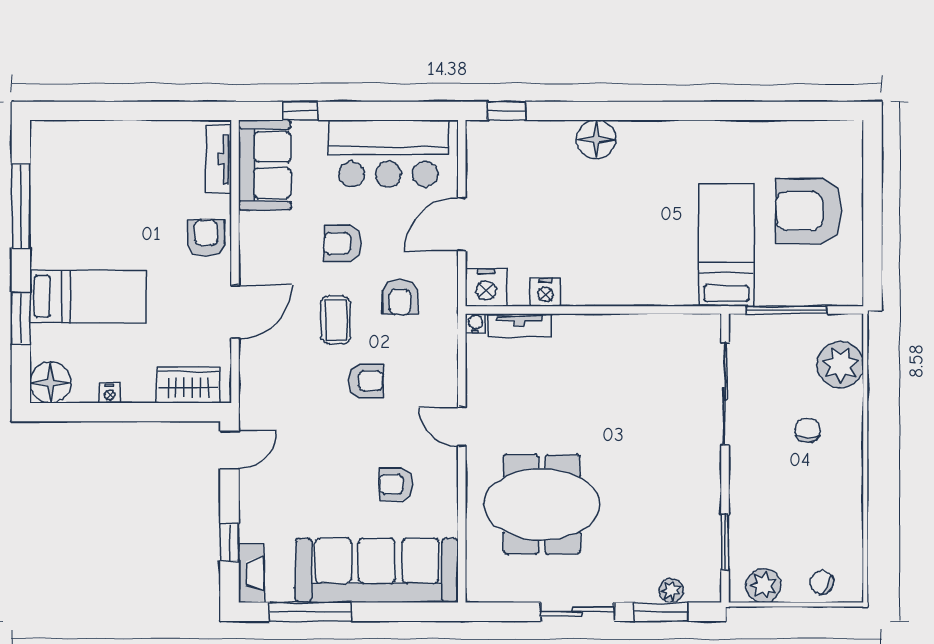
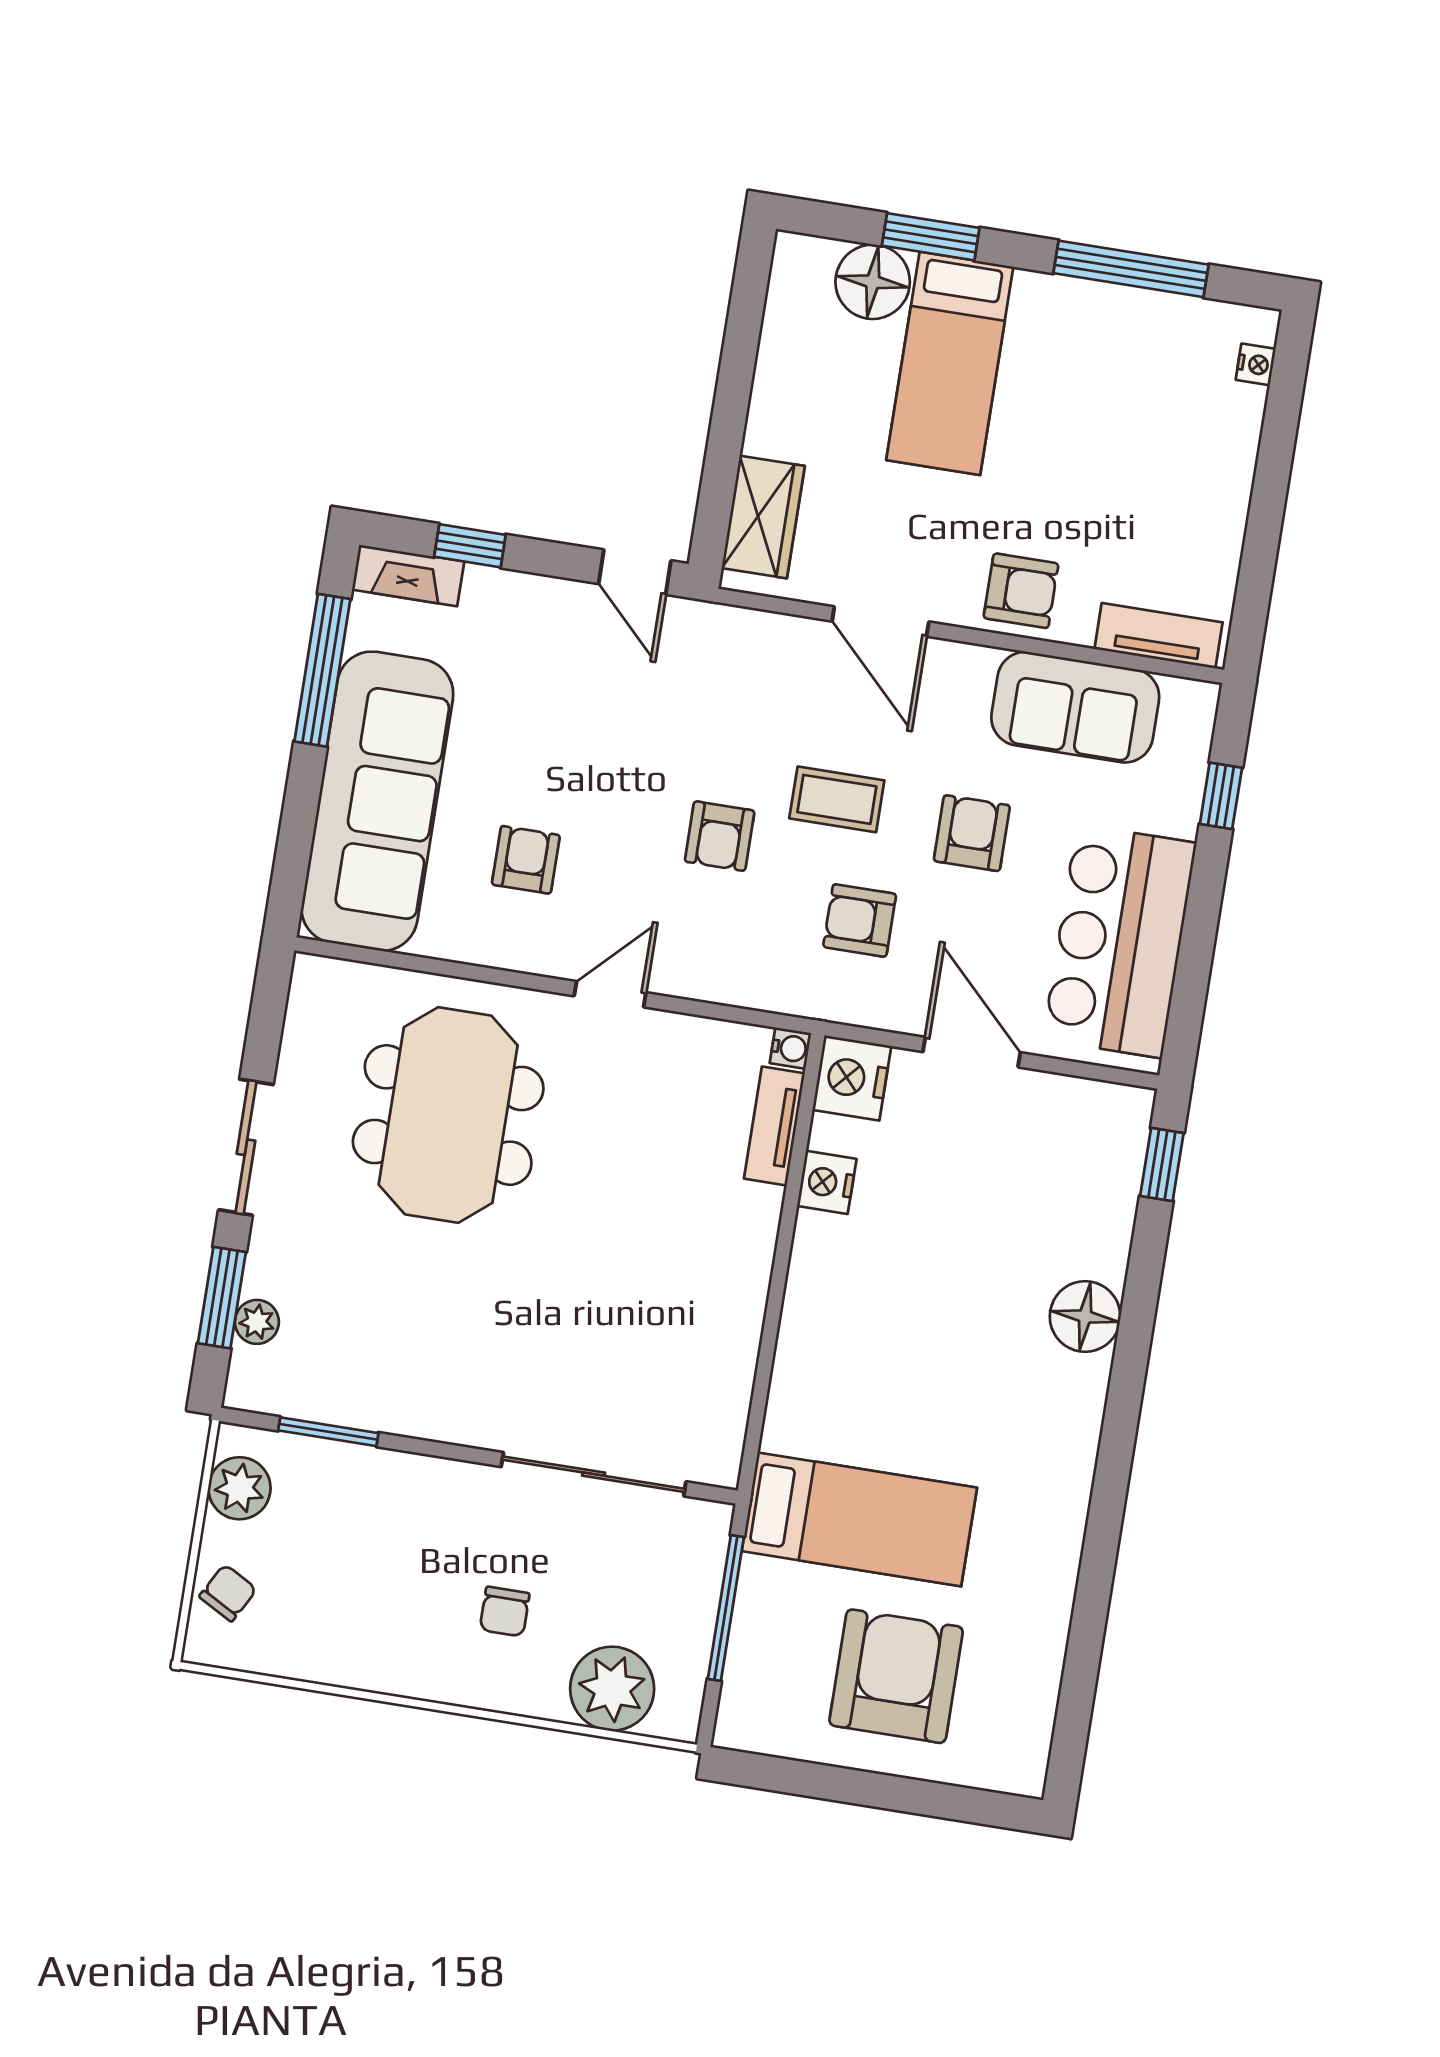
sofa: (265, 165) -> (1075, 707), moved
floor lamp: (50, 382) -> (873, 282), moved
nightstand: (110, 393) -> (1256, 364), moved, turned 180
chair: (808, 430) -> (505, 1612), turned 90

